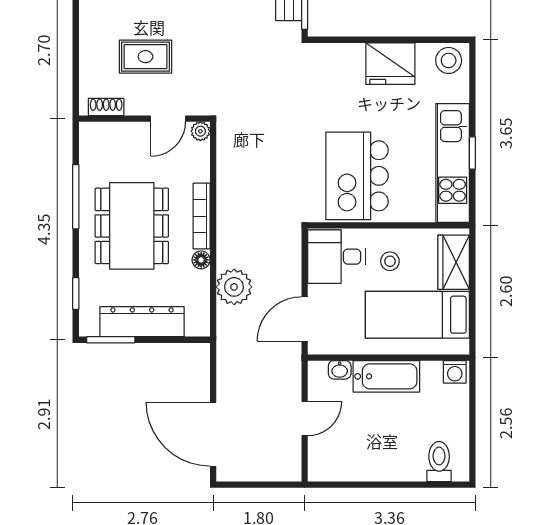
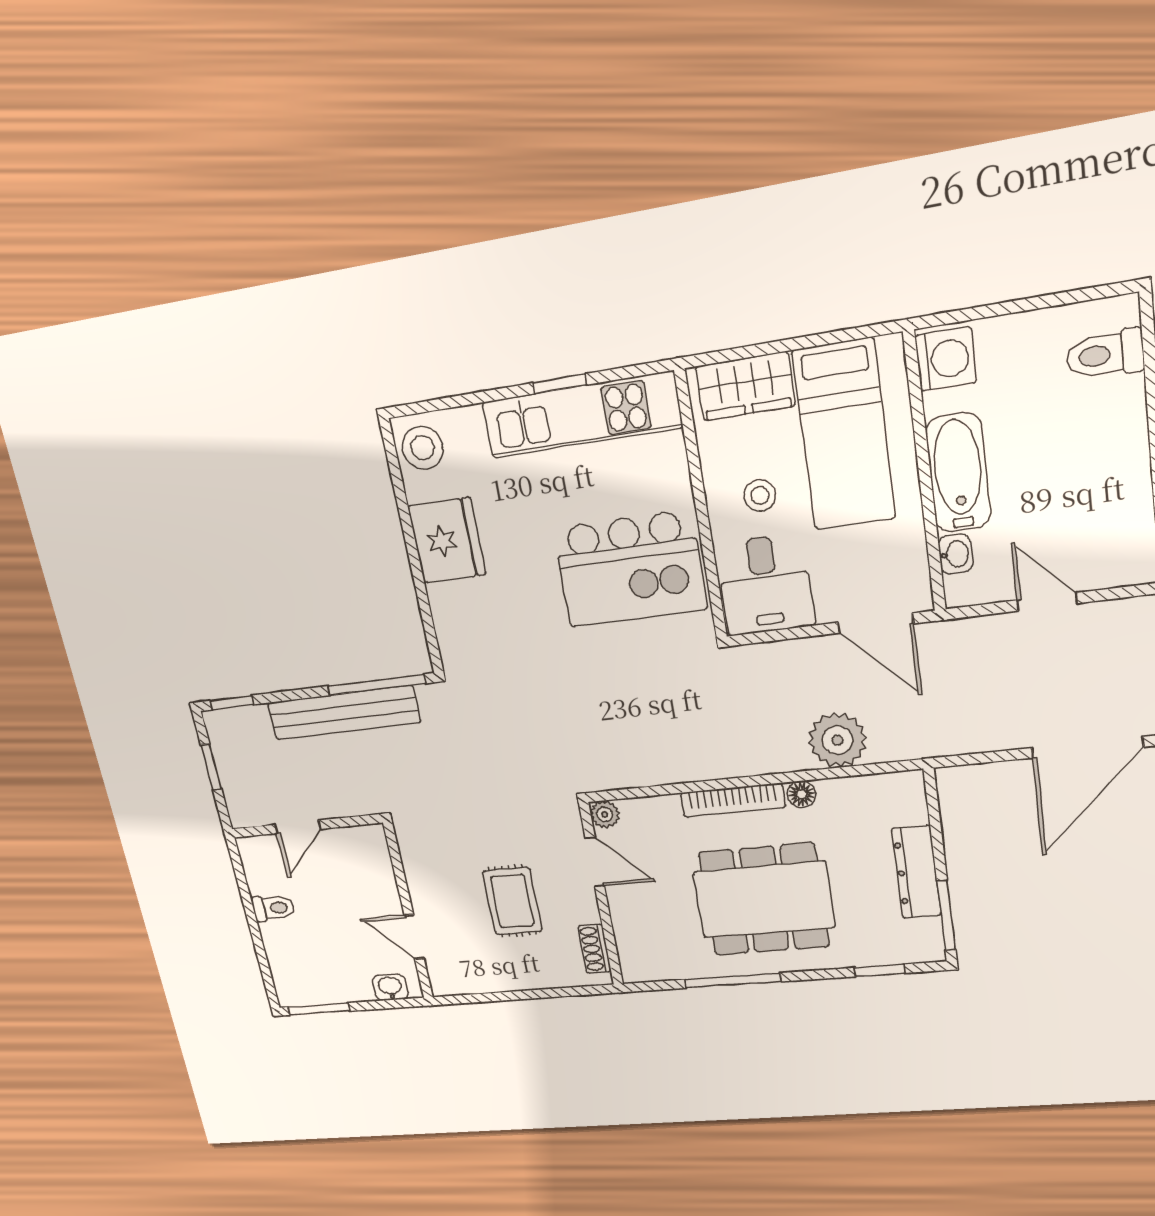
dresser: (142, 322) -> (916, 872), width x0.73, depth x0.80
washing machine: (455, 372) -> (946, 359), width x1.38, depth x1.38

